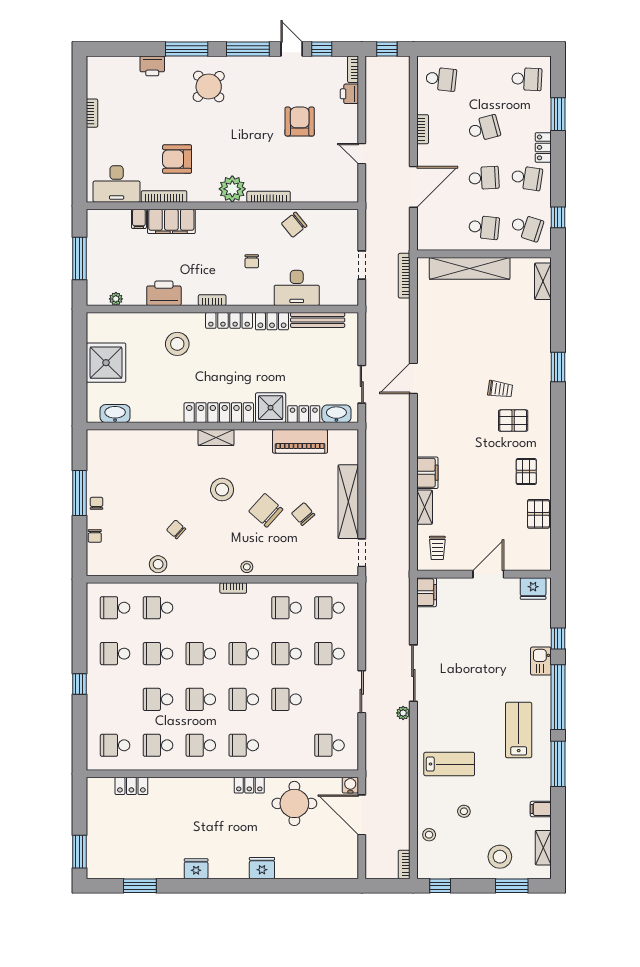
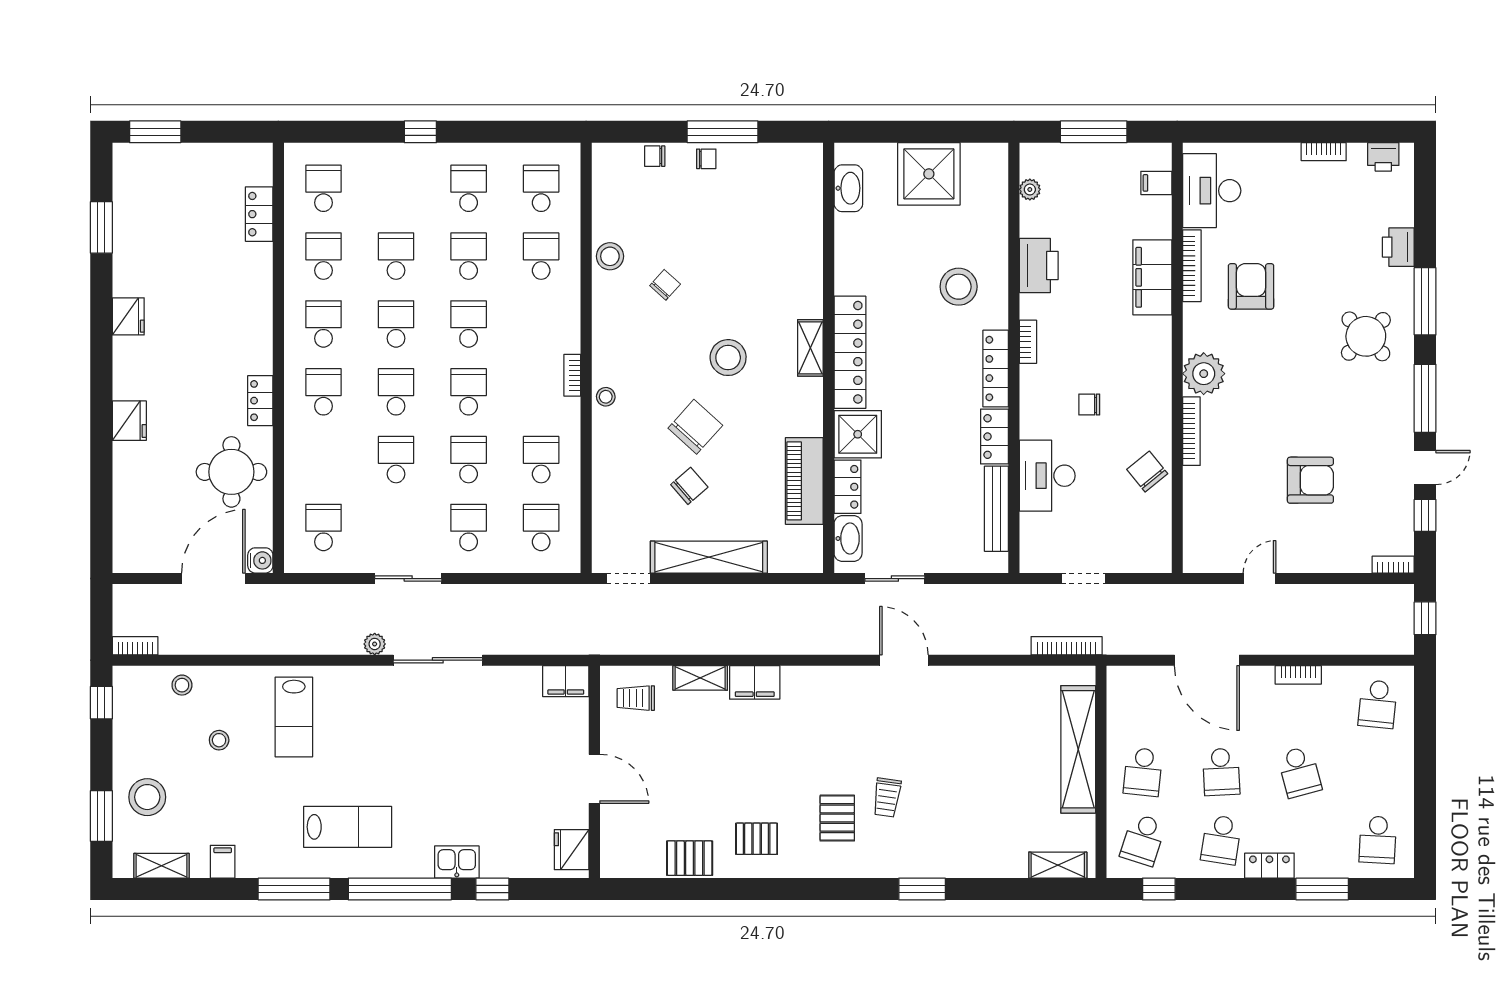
printer: (349, 94) -> (1383, 157), moved, turned 180
filing cabinet: (139, 219) -> (1156, 183), moved

